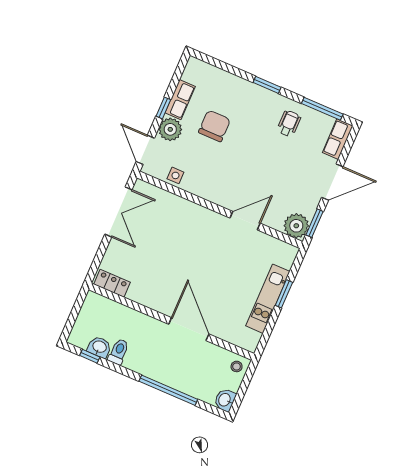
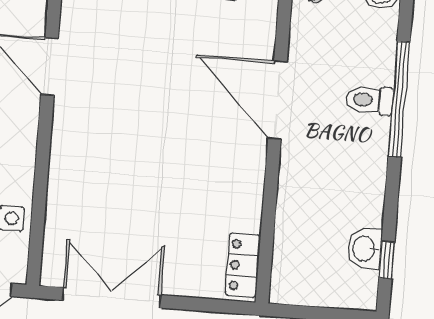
door: (189, 329) -> (278, 100), hinge flipped
toilet: (119, 352) -> (369, 100), moved

